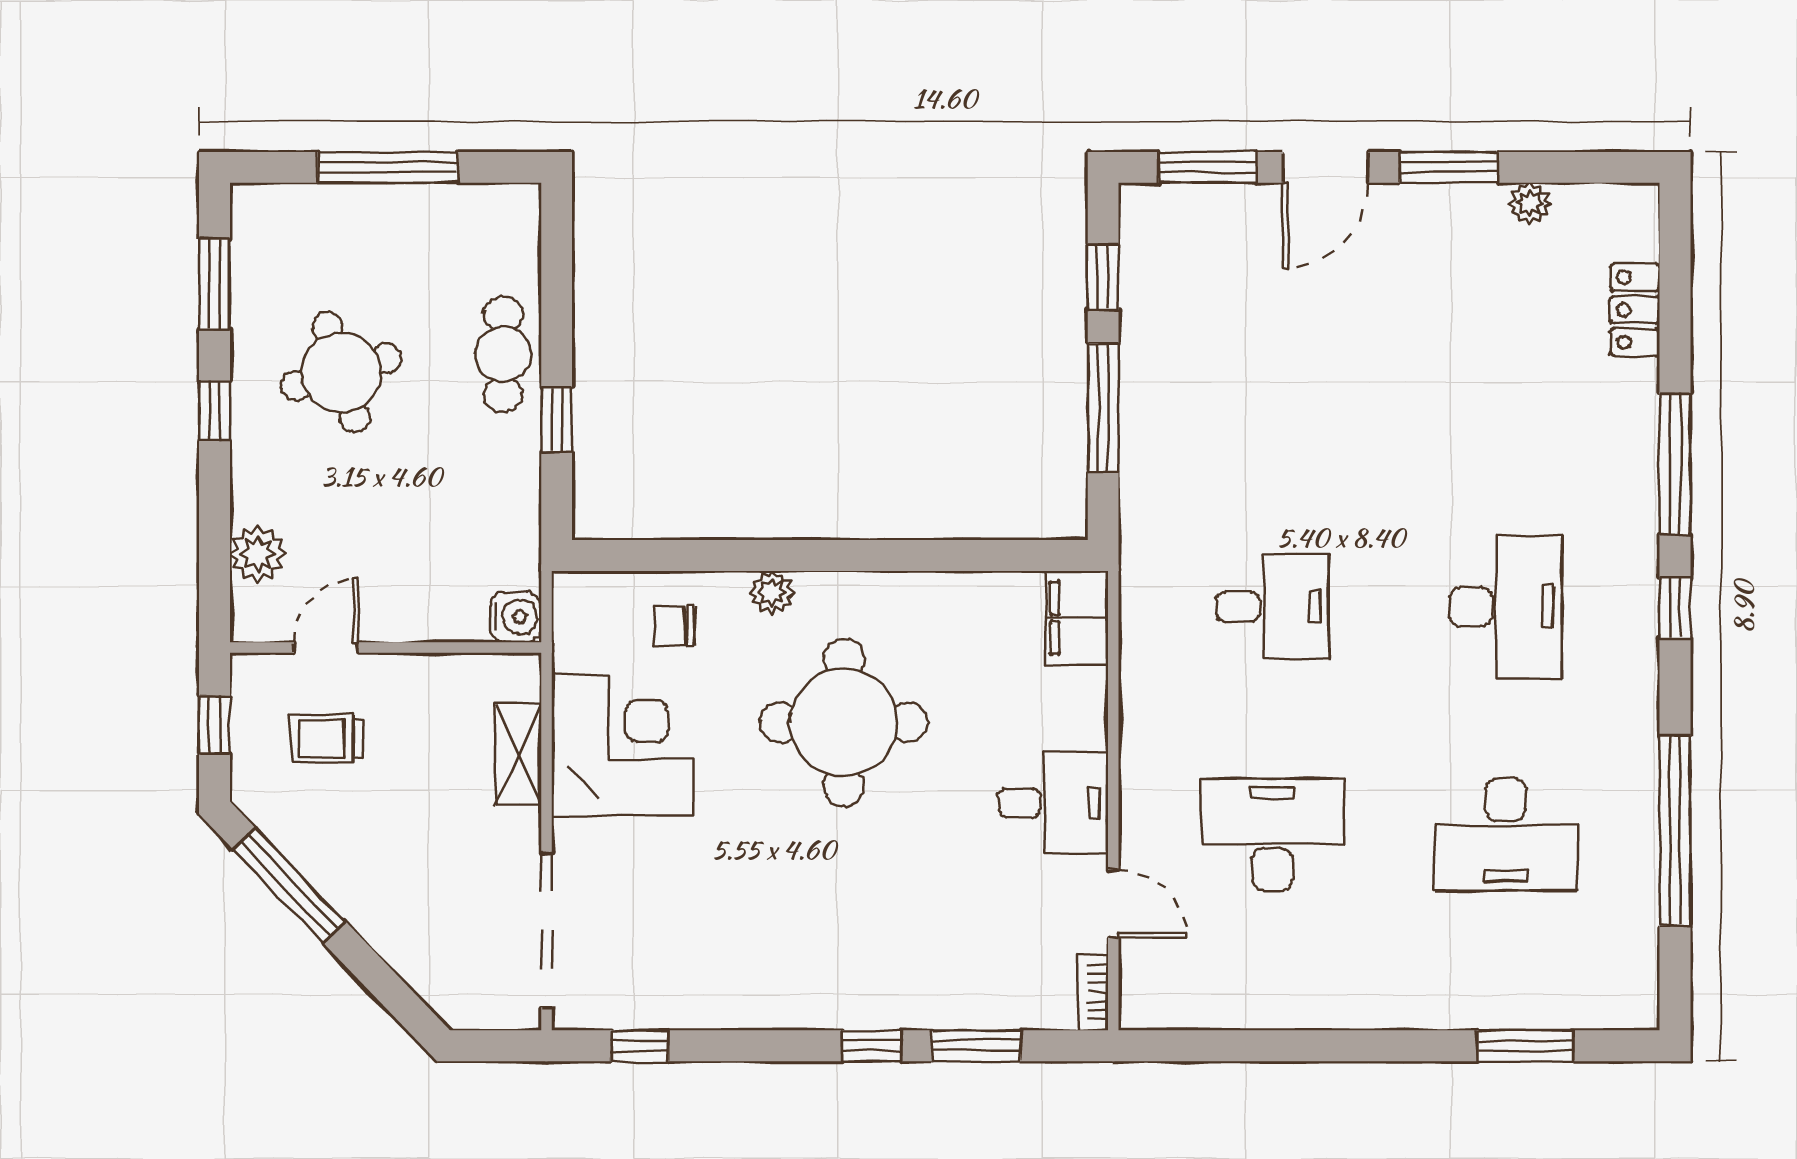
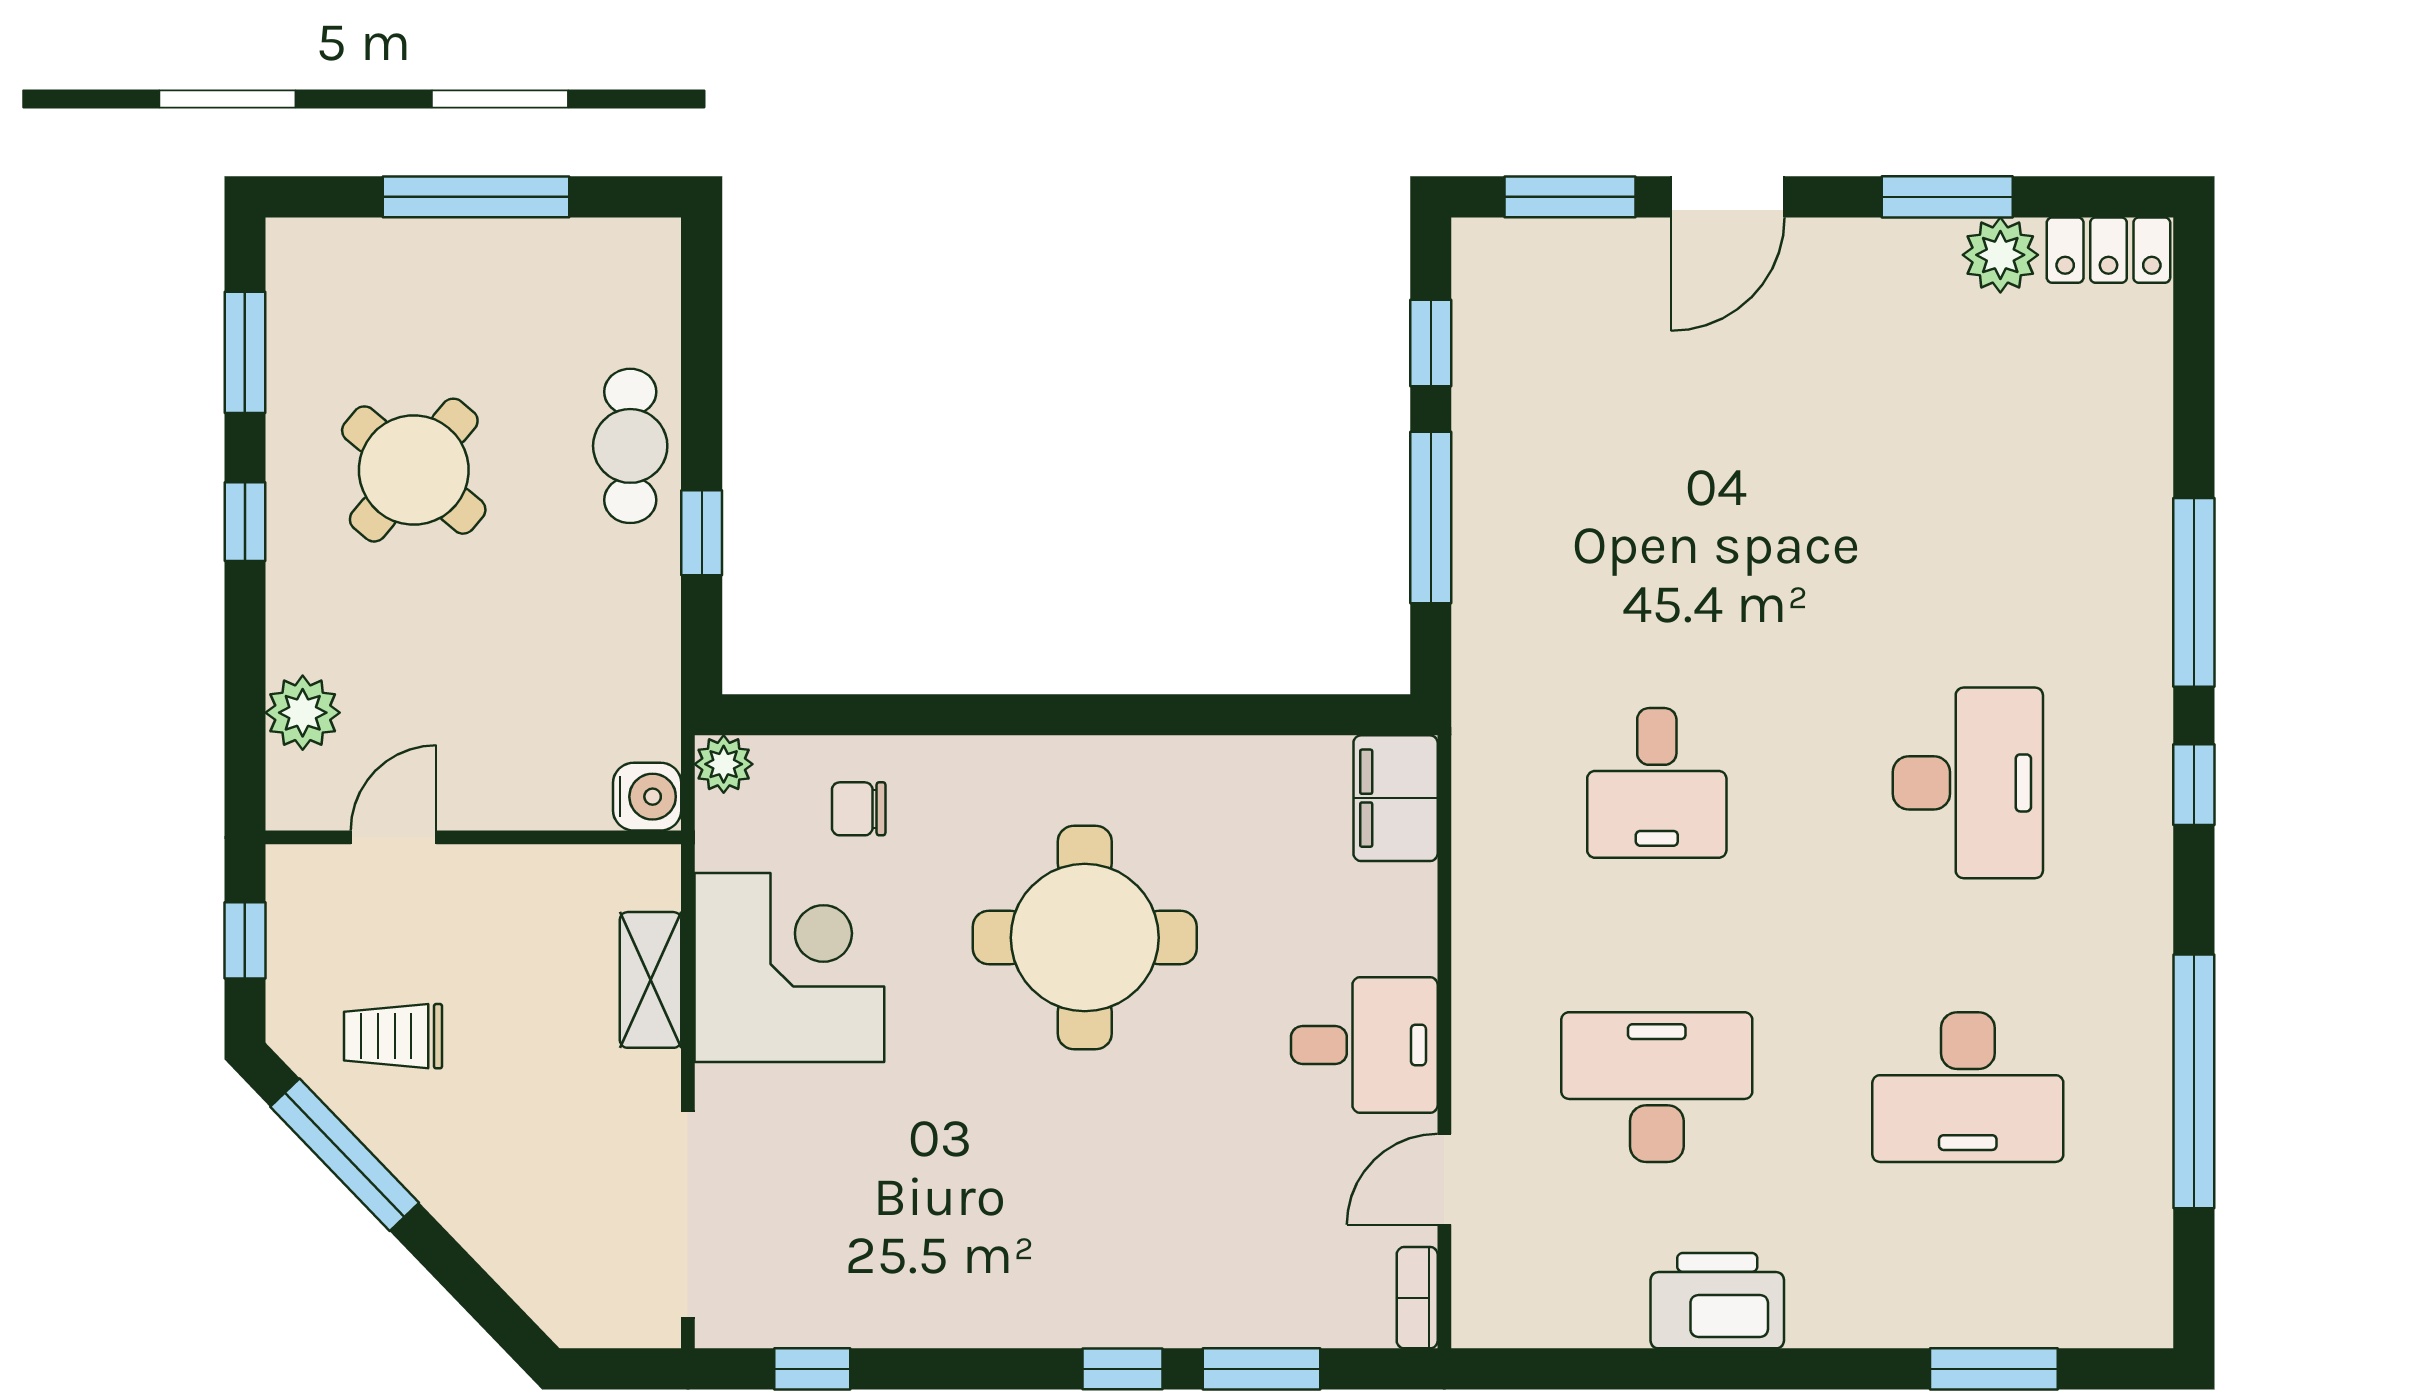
window: (1449, 167) -> (1947, 197), moved
plant: (1530, 203) -> (2000, 255), width x1.38, depth x1.38
locker: (1635, 310) -> (2108, 250), moved, turned -90
round table: (341, 372) -> (414, 470), turned -33
plant: (772, 593) -> (724, 764), moved
desk: (1273, 607) -> (1657, 783), turned 90
trolley: (327, 739) -> (393, 1036), moved
door: (1113, 904) -> (1444, 1179), swing flipped
printer: (1318, 995) -> (1717, 1301), added

